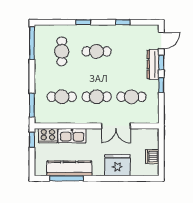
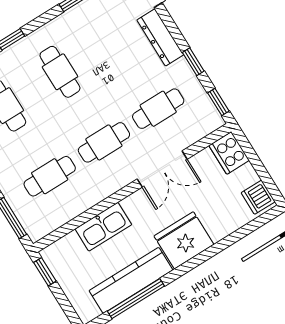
cafe table: (97, 51) -> (60, 72), turned 90
window: (161, 63) -> (218, 102), moved
cooker: (48, 136) -> (229, 153), moved, turned 90
dishwasher: (152, 156) -> (258, 197), moved
fridge: (117, 165) -> (184, 240), moved

